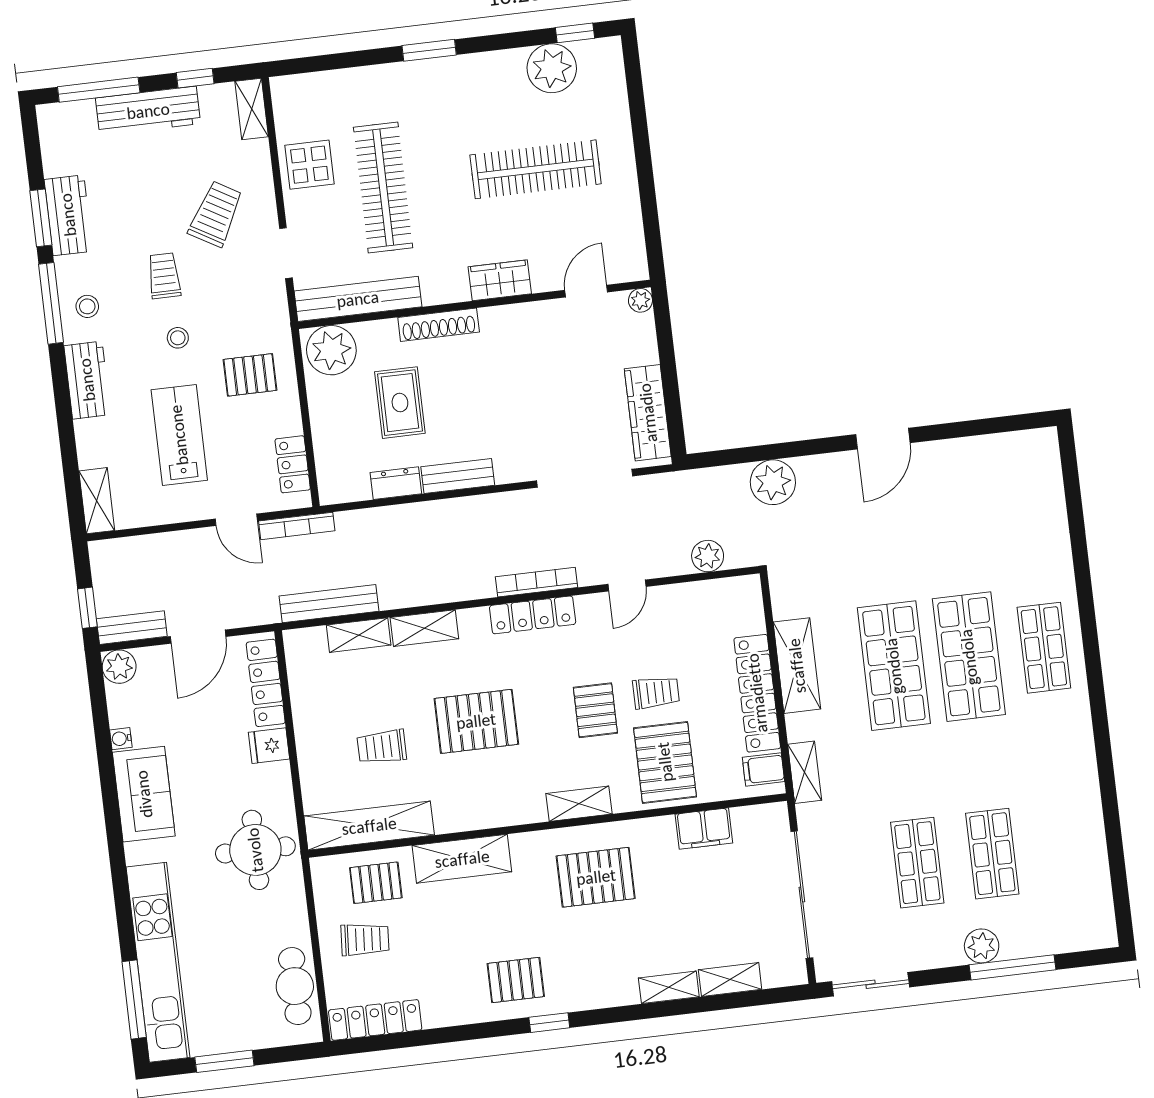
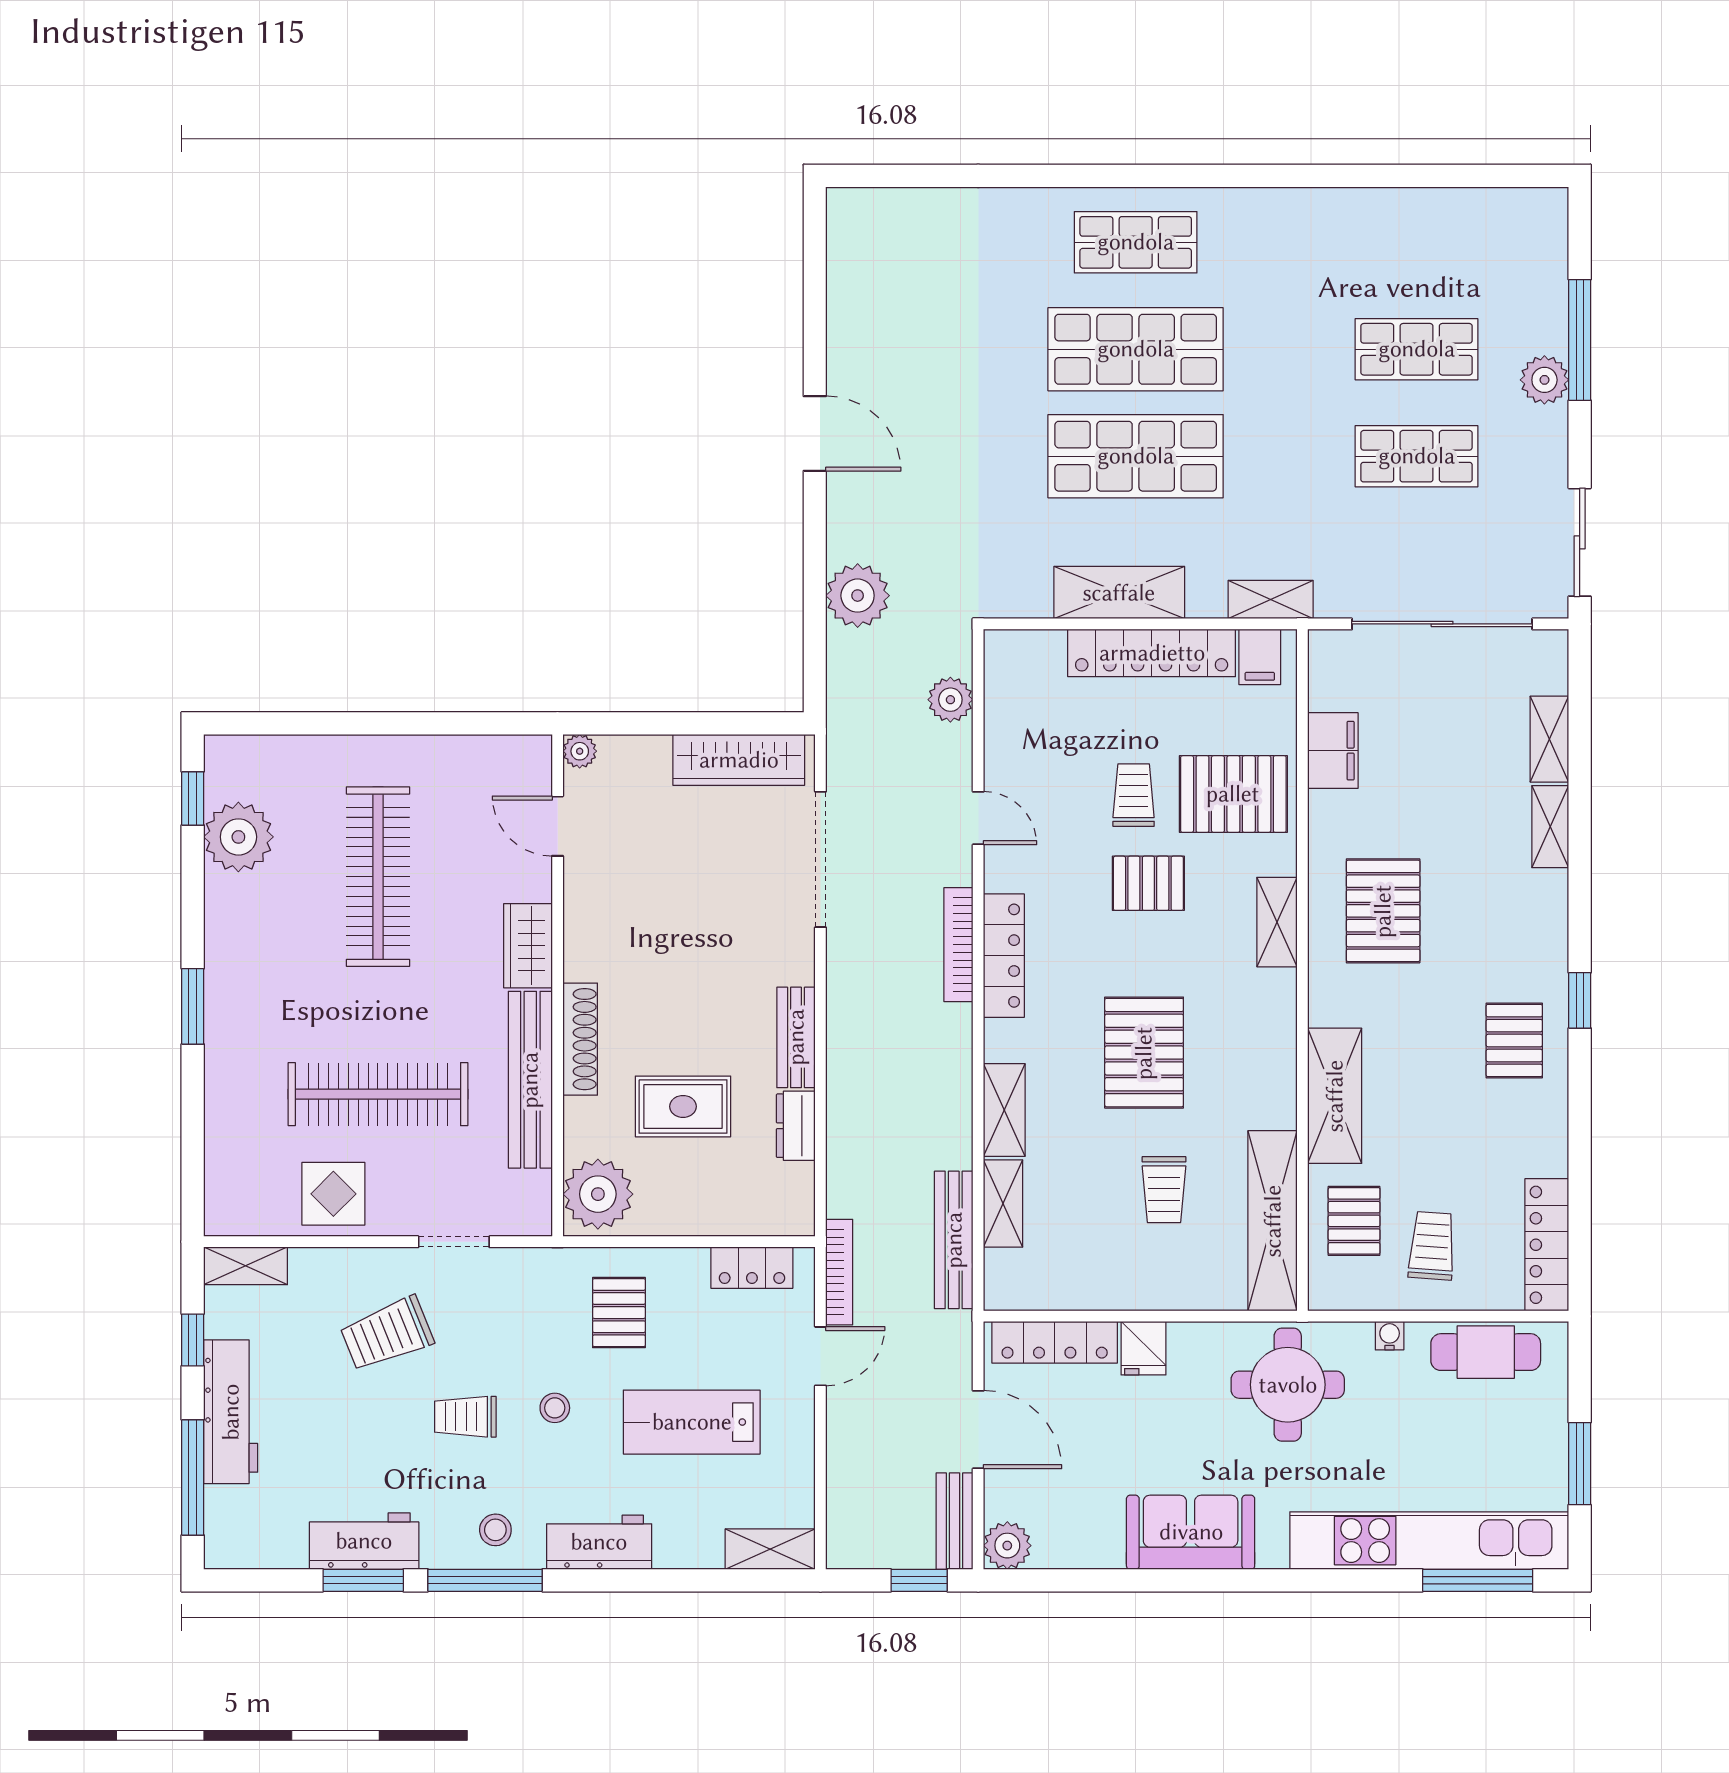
trolley: (216, 214) -> (387, 1334), turned -52
bench: (358, 299) -> (530, 1080), moved
water cooler: (121, 739) -> (1390, 1336), moved, turned 180

